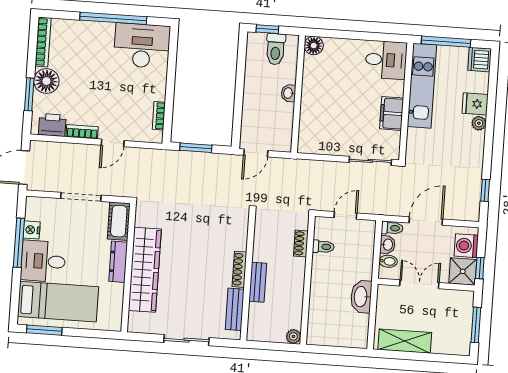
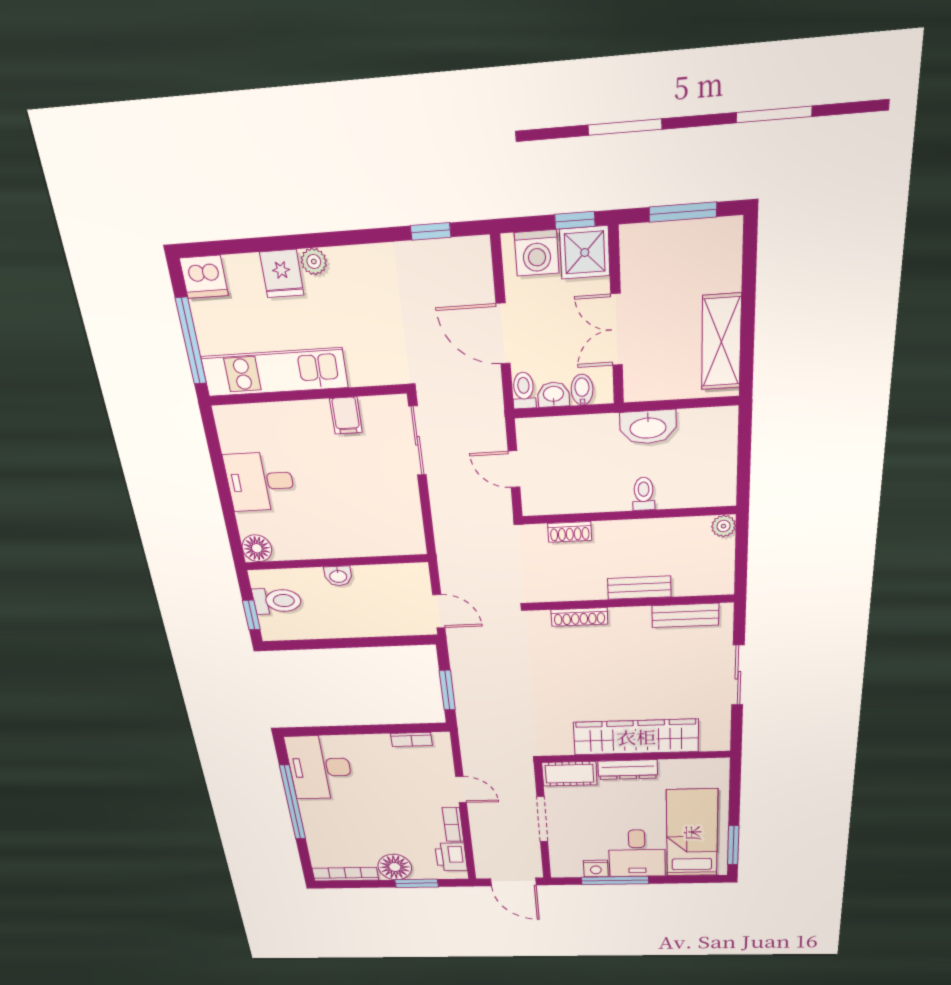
desk: (386, 60) -> (260, 482), moved, turned -90
filing cabinet: (392, 113) -> (346, 415), width x0.50
toilet: (323, 247) -> (644, 494), moved
shoe rack: (239, 269) -> (579, 617), moved

